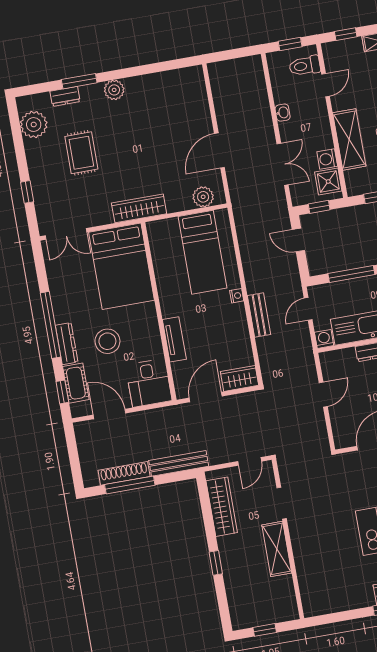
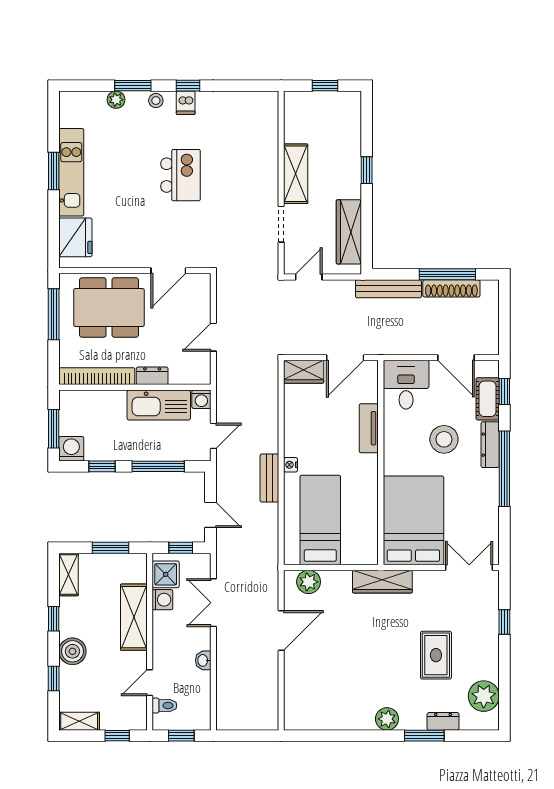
toilet: (305, 66) -> (164, 706), width x0.73, depth x0.72
bench: (259, 315) -> (269, 478), moved

